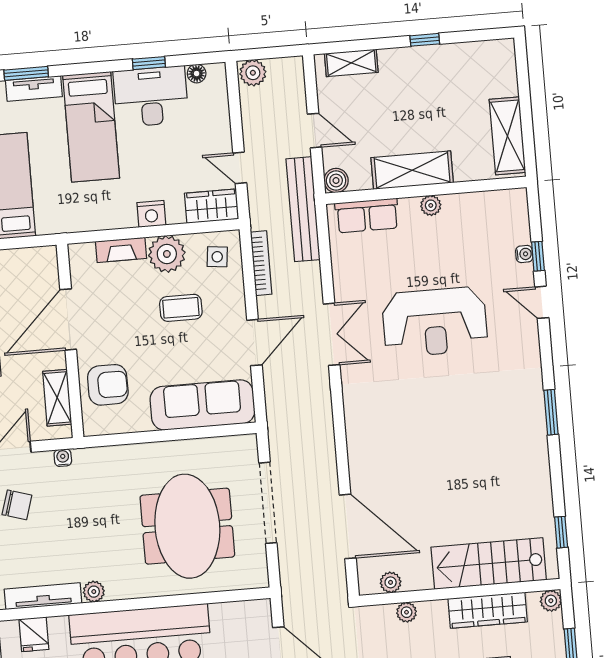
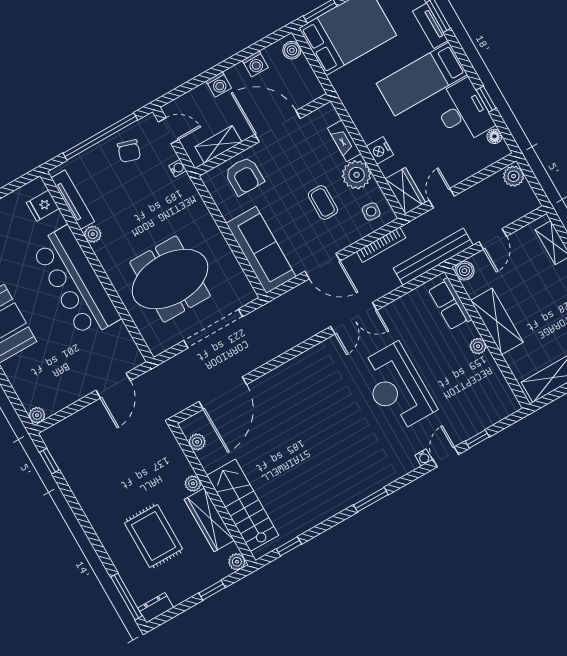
water cooler: (524, 254) -> (424, 457), moved
plant: (407, 612) -> (193, 484), moved

